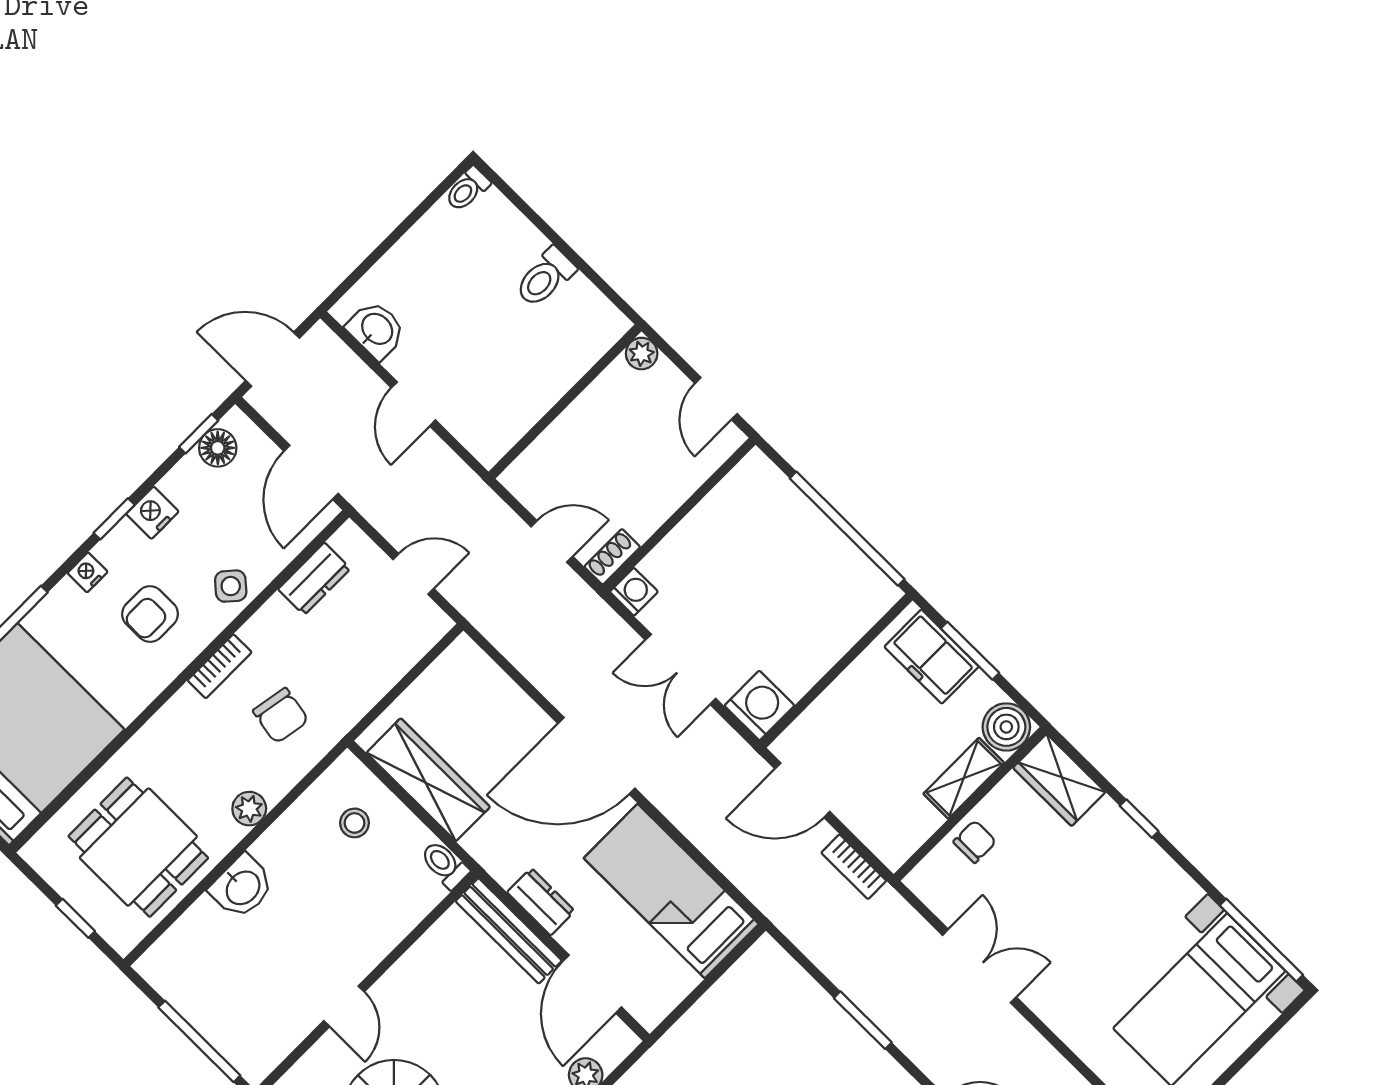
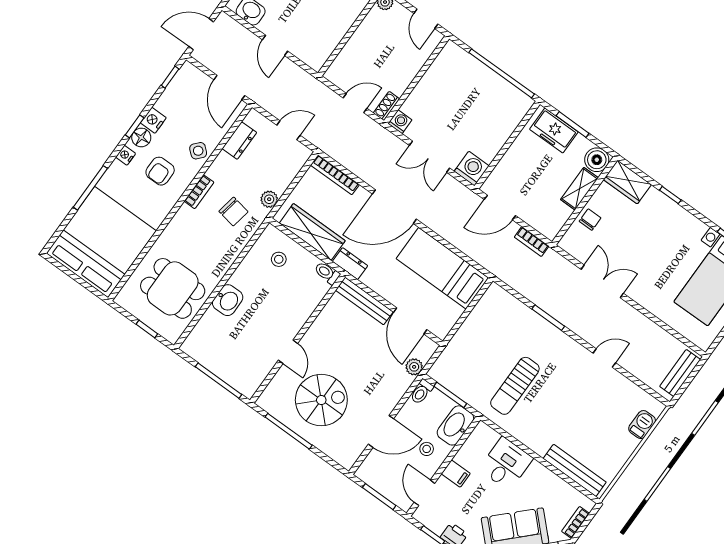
floor lamp: (218, 448) -> (141, 137), moved
bookcase: (490, 675) -> (335, 175), added
plant: (249, 809) -> (269, 199), moved
dresser: (541, 902) -> (350, 264), moved

